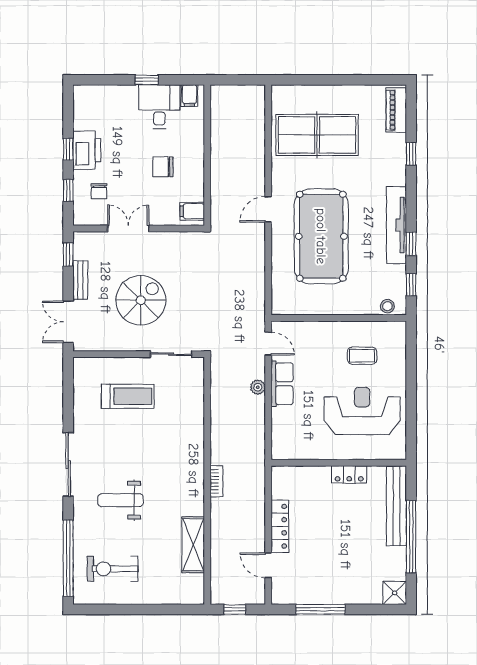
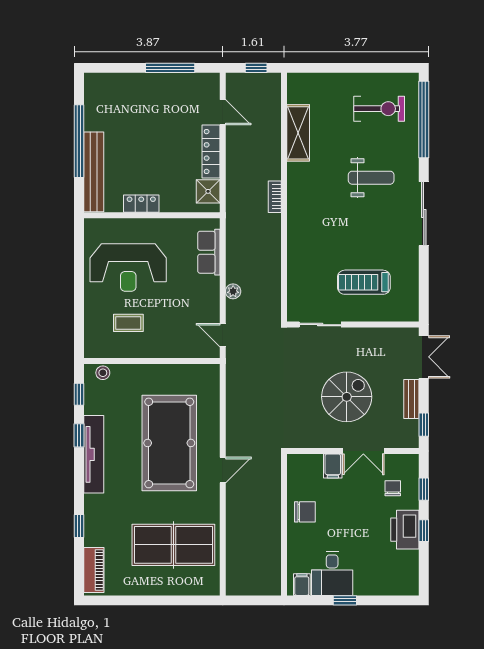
chair: (163, 167) -> (305, 512), moved
filing cabinet: (192, 211) -> (333, 466), moved, turned 90
spiral stairs: (141, 300) -> (347, 397), moved, turned 180
row of seats: (282, 384) -> (209, 252), moved
shower: (395, 593) -> (208, 191), moved

